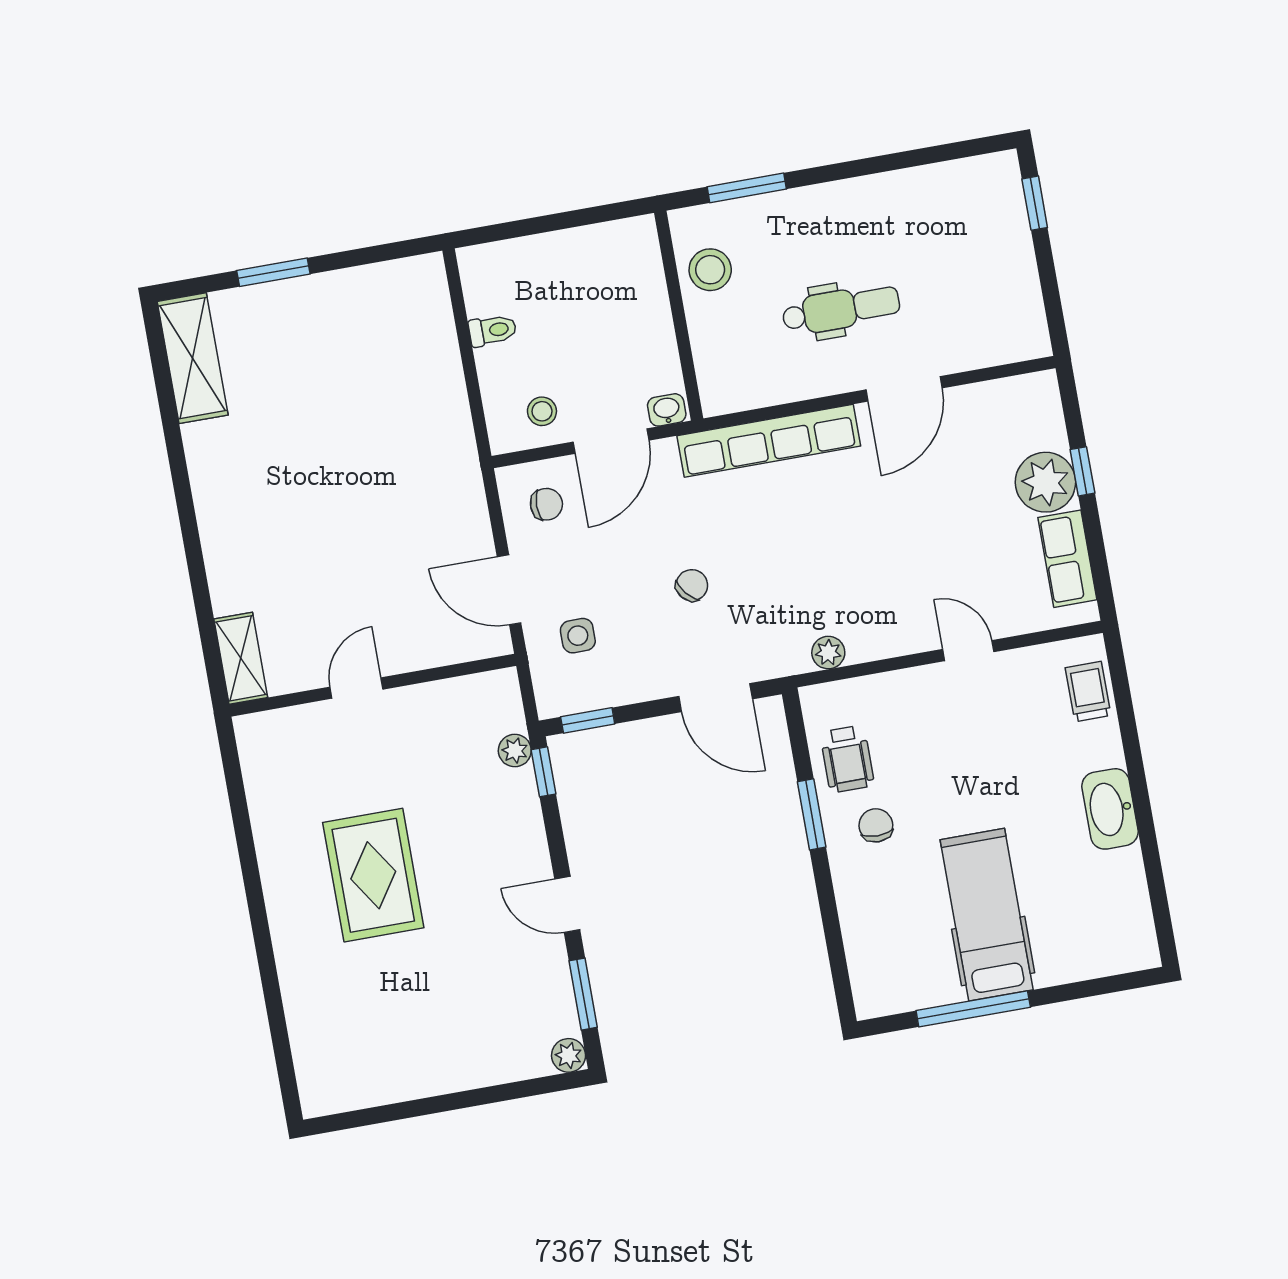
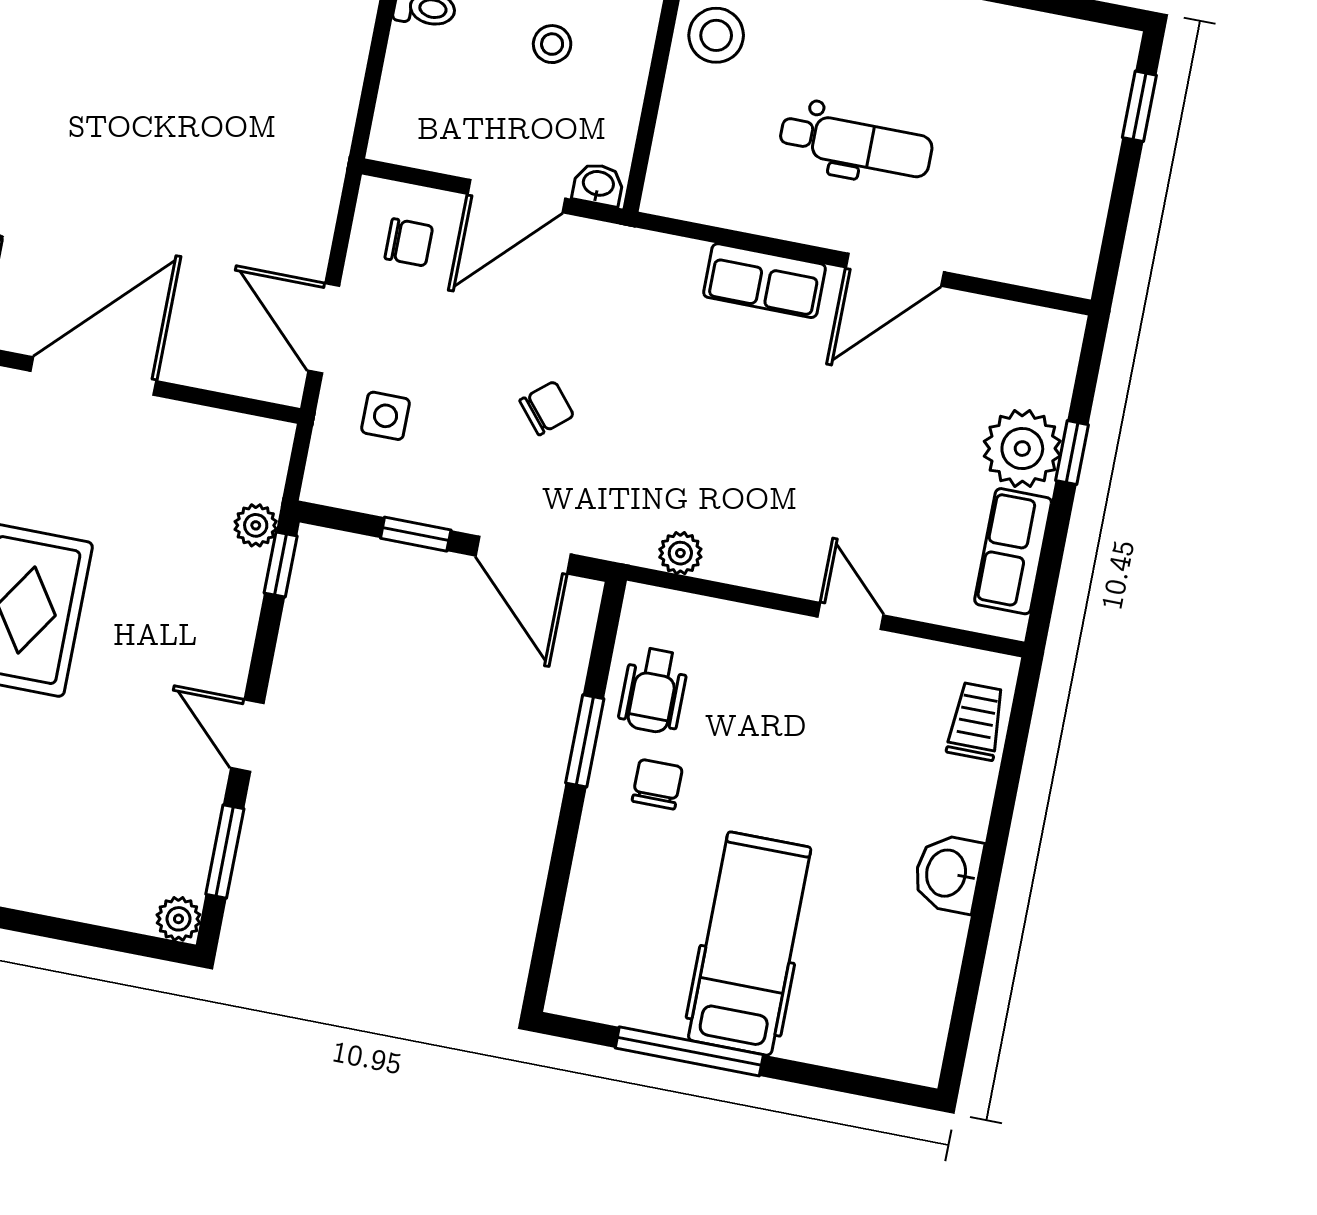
stool: (542, 411) -> (552, 44), moved
row of seats: (769, 441) -> (765, 281), width x0.50
door: (356, 688) -> (93, 376), width x1.88
window: (588, 720) -> (416, 534), moved
washbasin: (1110, 809) -> (948, 873), width x0.72

